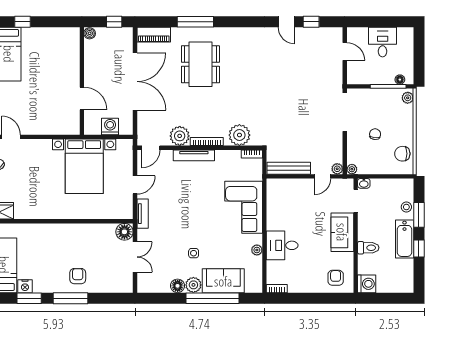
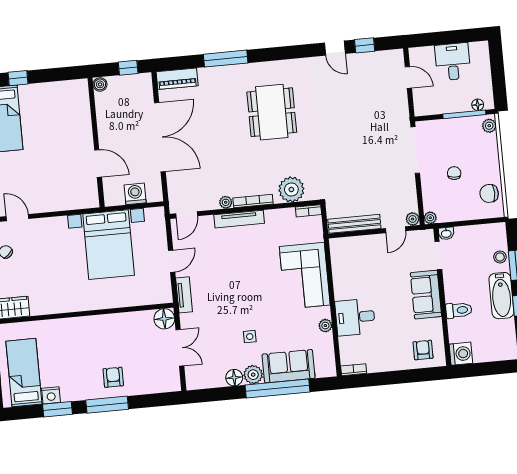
dining table: (200, 64) -> (272, 112), moved
plant: (180, 136) -> (226, 202), width x0.53, depth x0.53

